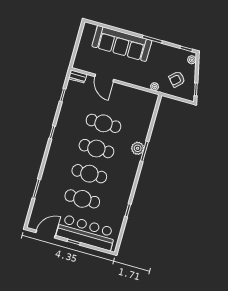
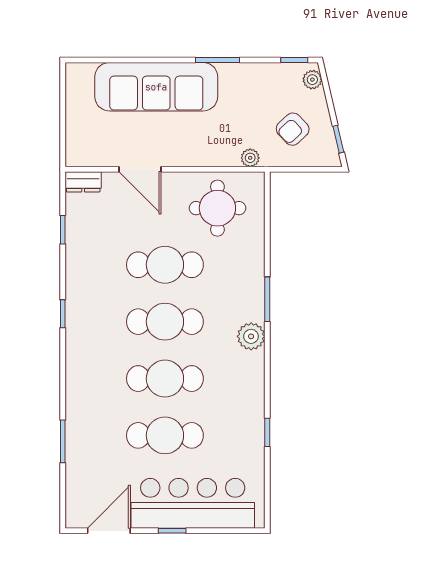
round table: (134, 105) -> (217, 208), added
plant: (138, 148) -> (251, 336), moved

